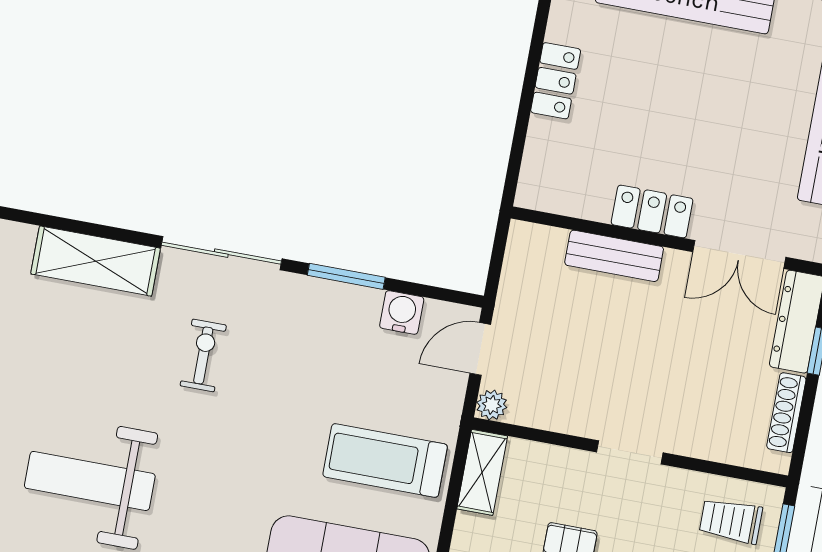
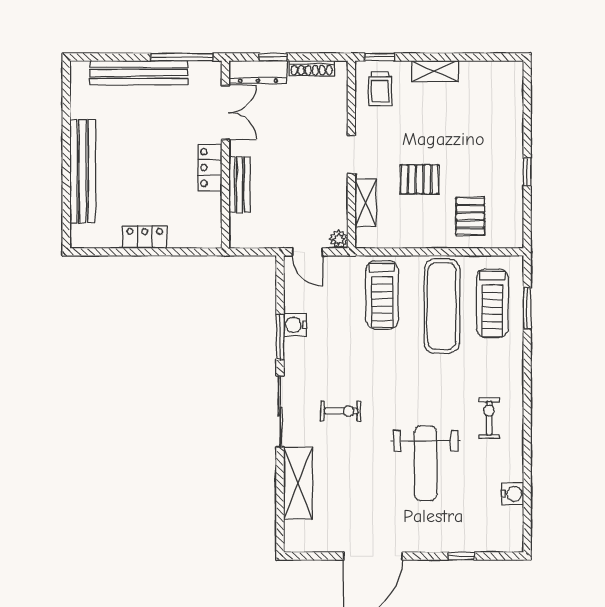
water cooler: (402, 312) -> (295, 325), moved
exercise bike: (203, 355) -> (341, 411), turned 180
shelving: (482, 472) -> (366, 203), moved, turned 90

